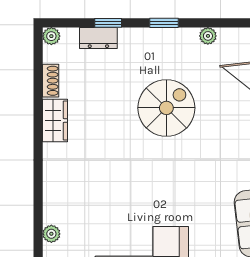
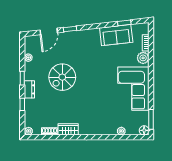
dresser: (98, 38) -> (29, 89), moved
spiral stairs: (166, 108) -> (62, 77), turned -90

